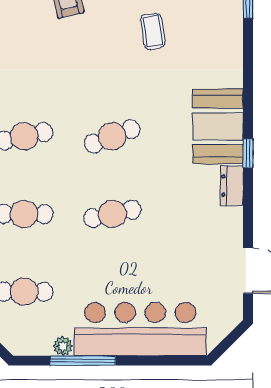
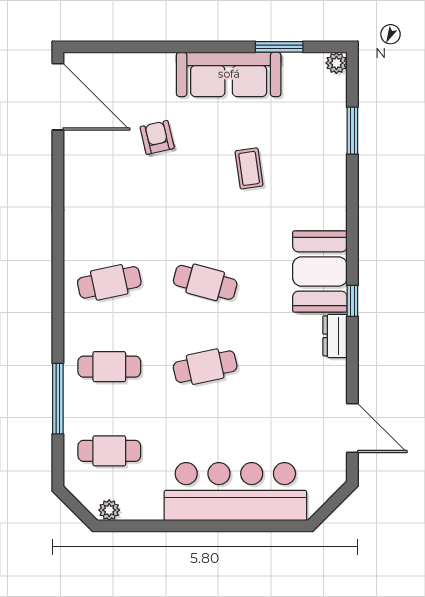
cafe table: (112, 136) -> (205, 282), turned 36
plant: (63, 346) -> (109, 510), moved
window: (83, 361) -> (173, 526), removed

